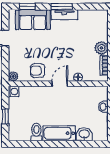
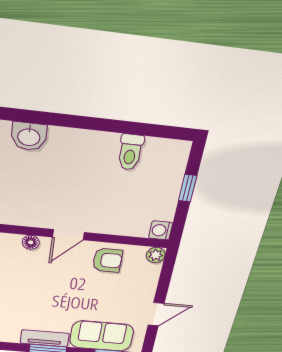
bathtub: (59, 133) -> (83, 144), removed

